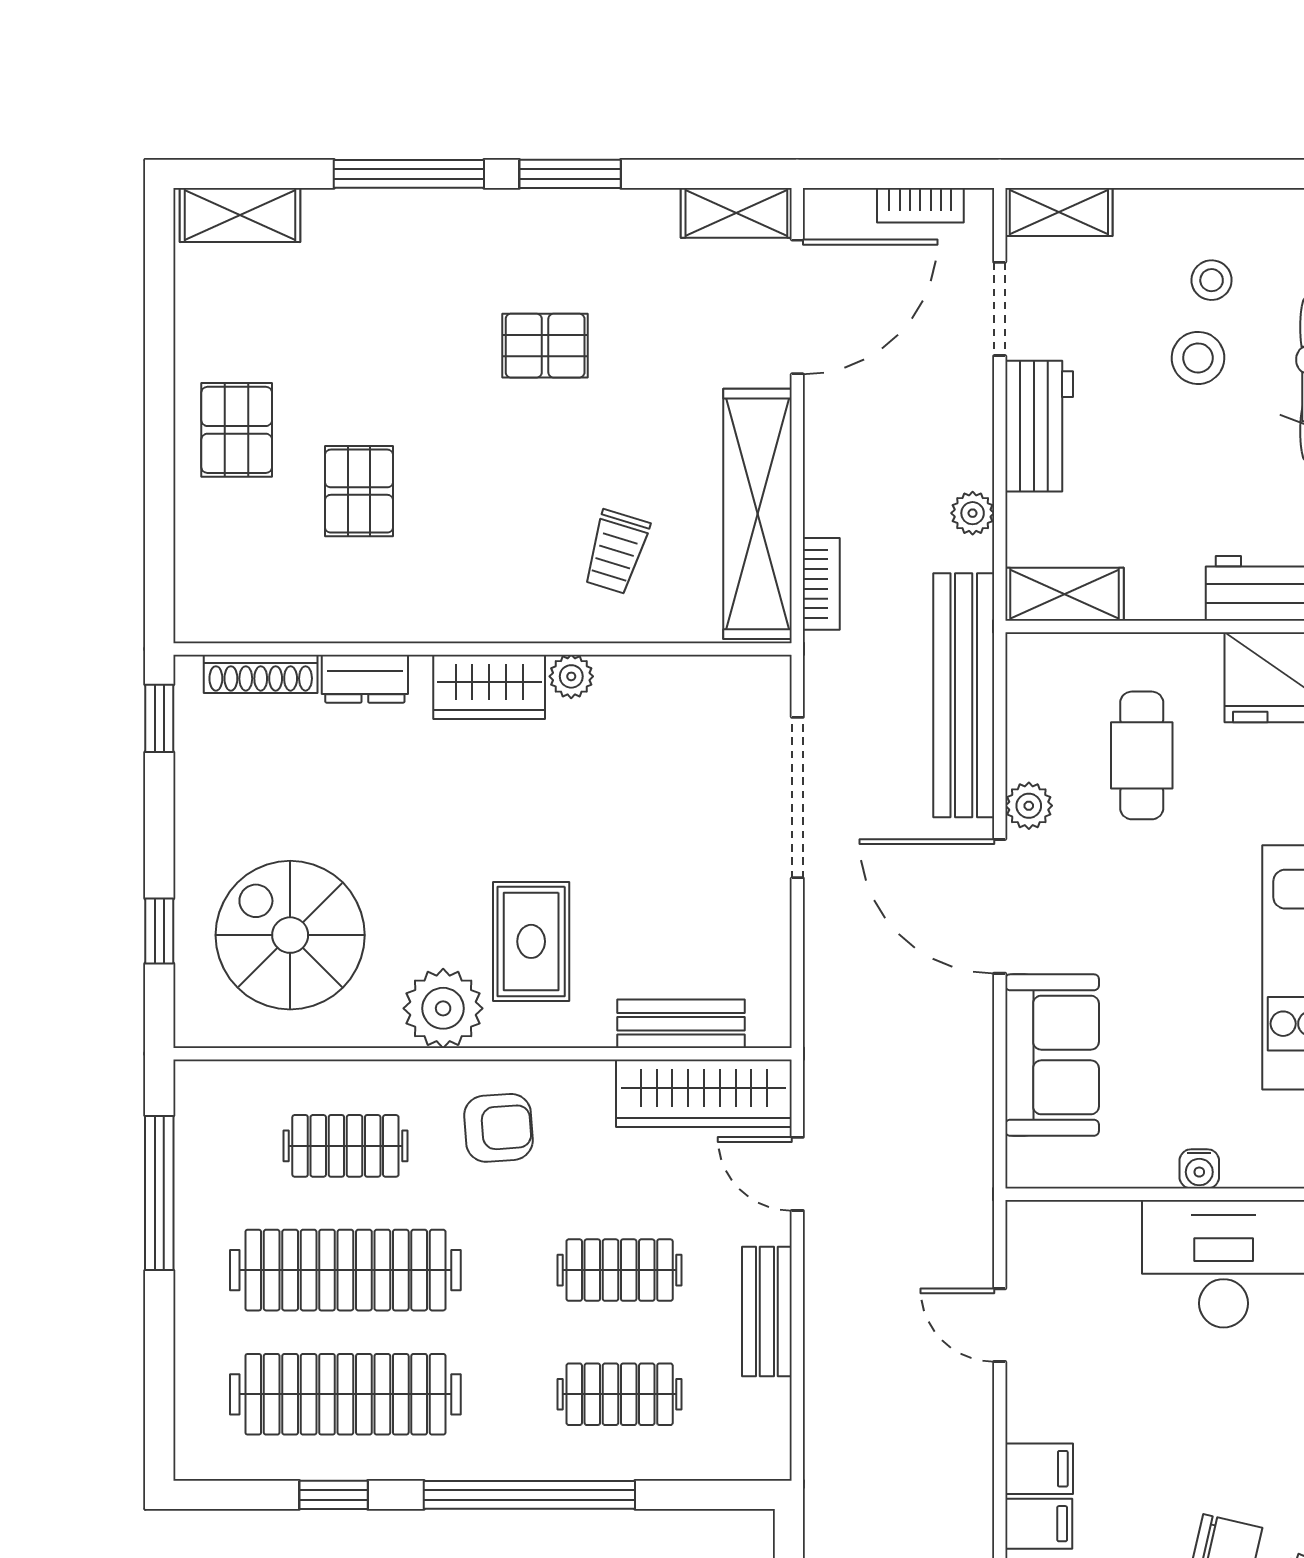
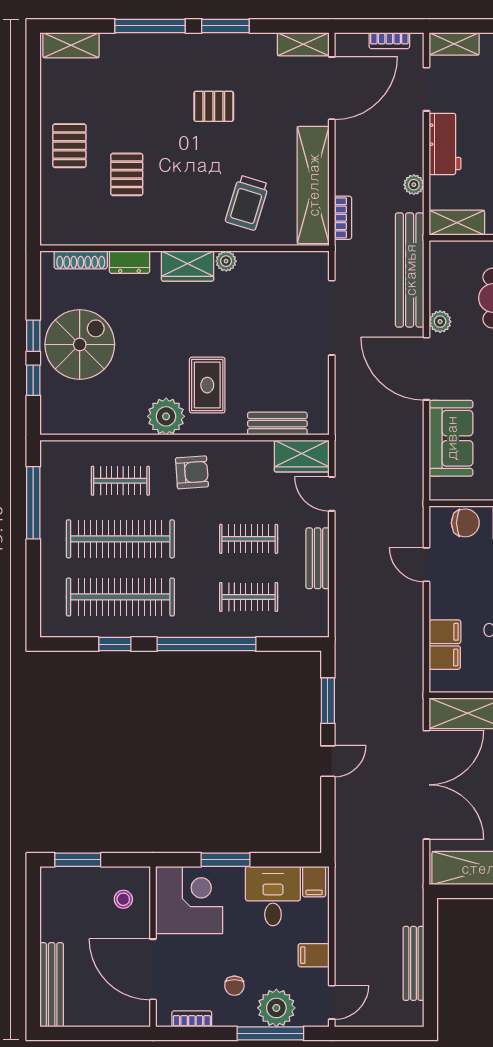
trolley: (616, 552) -> (247, 203), width x1.36, depth x1.39
window: (159, 718) -> (33, 336), moved
spiral stairs: (290, 935) -> (80, 344), moved, turned 90
wardrobe: (704, 1093) -> (302, 456), width x0.67
chair: (1083, 1236) -> (465, 523), added

